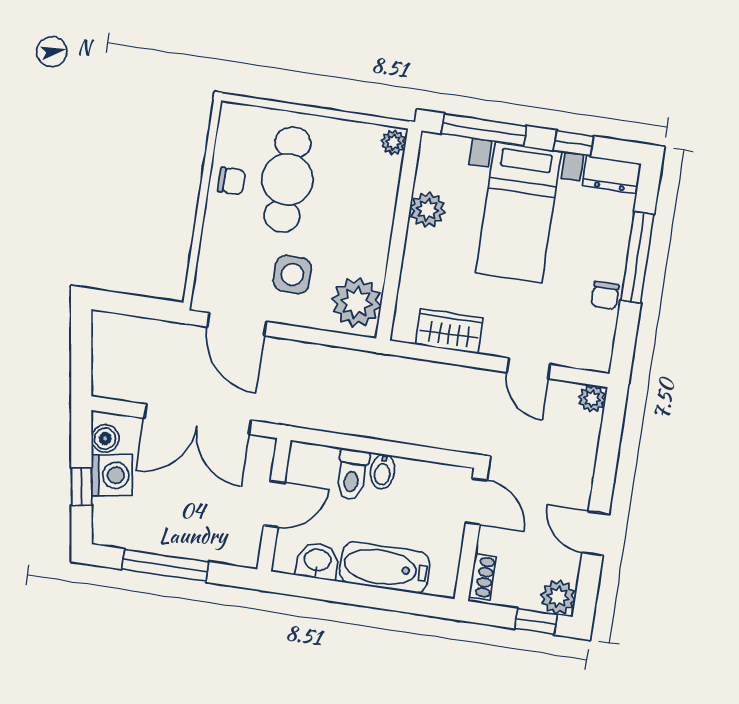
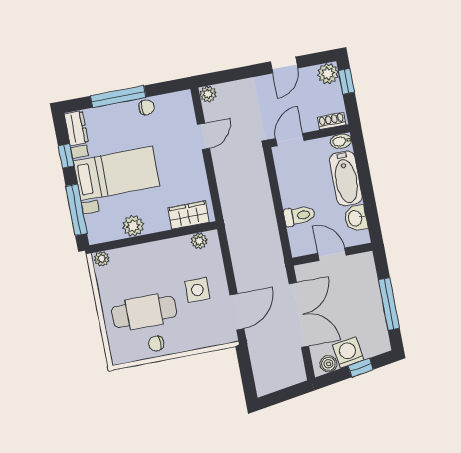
chair: (232, 181) -> (156, 343), turned -90
plant: (356, 302) -> (199, 241), width x0.53, depth x0.53
wardrobe: (449, 331) -> (189, 215), moved, turned 90
bidet: (383, 472) -> (341, 141), moved, turned 180

